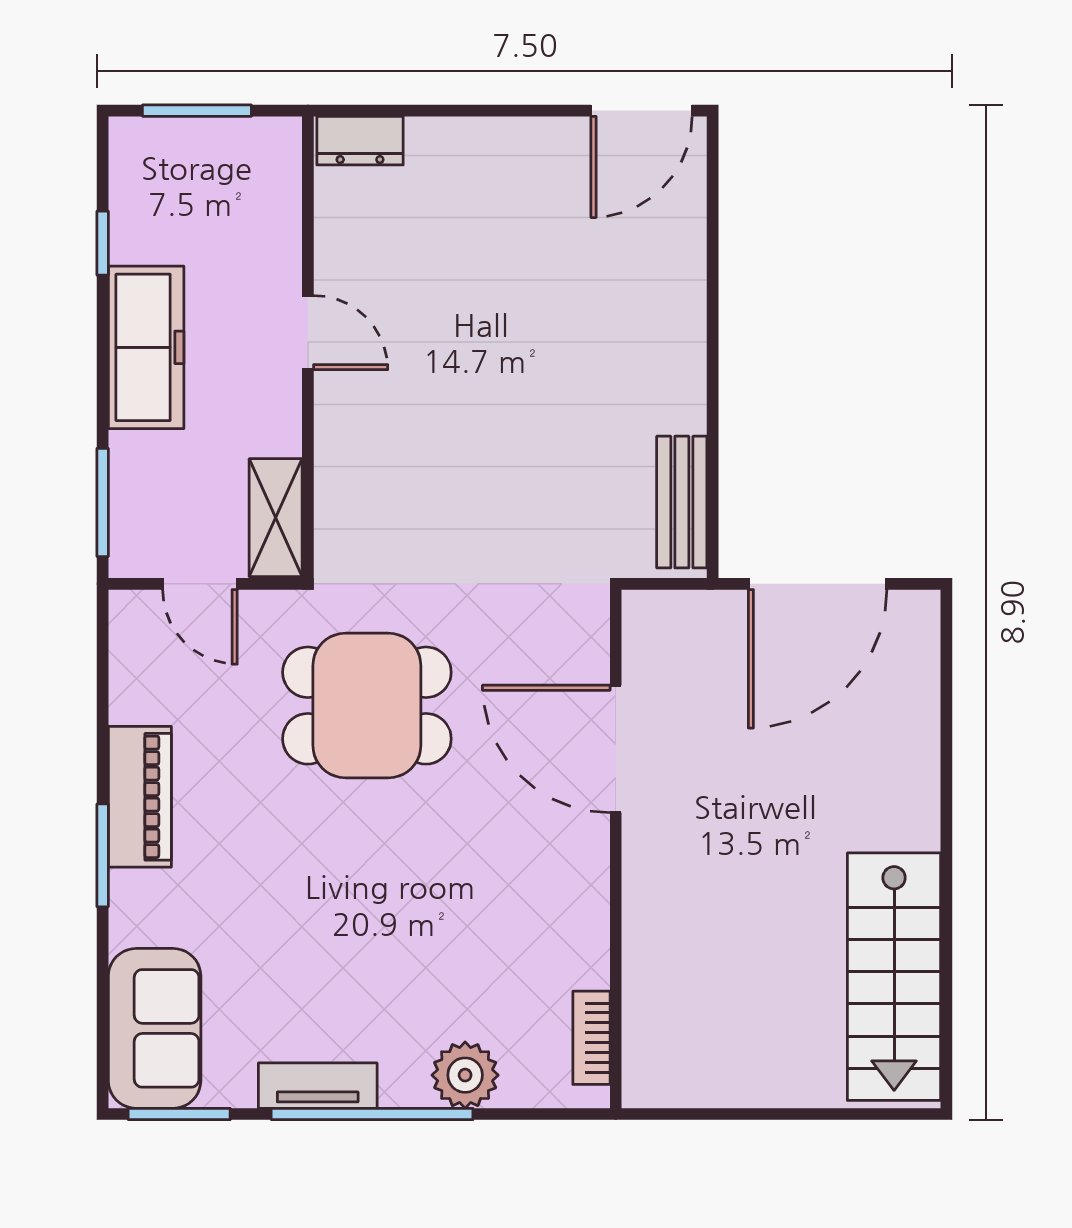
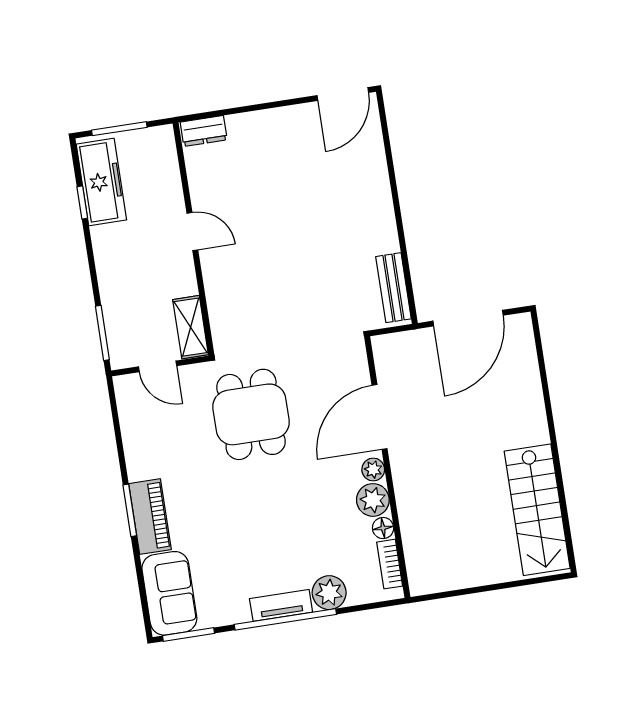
freezer: (146, 347) -> (101, 182), moved
dining table: (367, 706) -> (251, 414), turned 90
door: (616, 749) -> (380, 417), hinge flipped
piano: (140, 797) -> (150, 517), moved
plant: (588, 849) -> (373, 470), added
plant: (578, 908) -> (373, 500), added
floor lamp: (589, 966) -> (383, 528), added
tv unit: (318, 1086) -> (281, 605), moved

